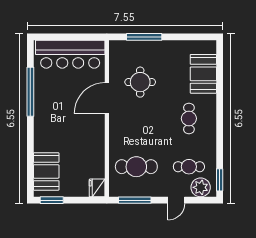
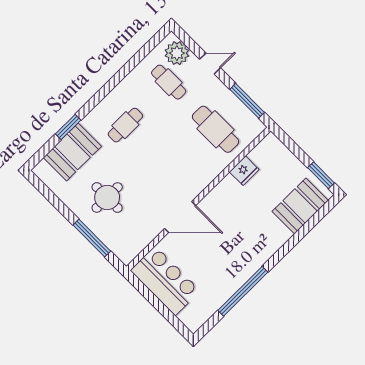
bar counter: (70, 54) -> (165, 281), width x0.73
round table: (140, 82) -> (107, 198), moved
window: (220, 180) -> (68, 127), moved
fridge: (97, 188) -> (244, 171), moved

